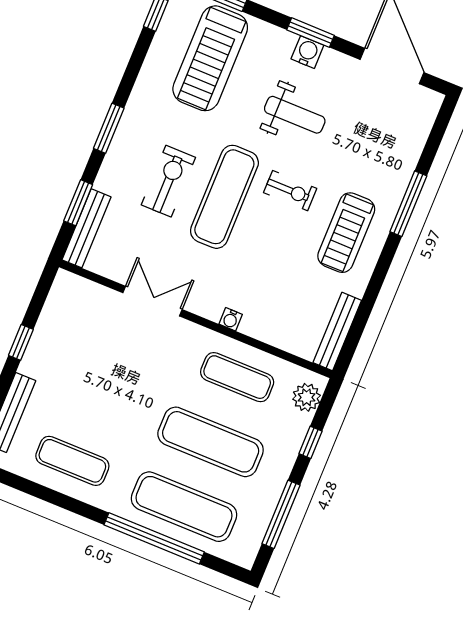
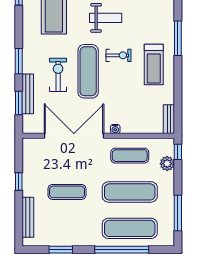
bench: (86, 228) -> (28, 94), moved
double door: (152, 301) -> (74, 136), width x1.87
bench: (337, 331) -> (169, 119), width x0.73
plant: (307, 397) -> (167, 164), moved
window: (310, 442) -> (178, 152), moved
exercise mat: (72, 461) -> (67, 192), moved
window: (46, 494) -> (61, 250), added

